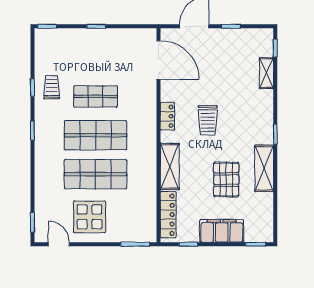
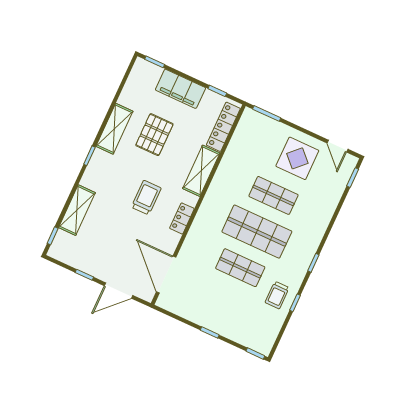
shelving: (266, 73) -> (77, 210), width x1.50, depth x1.33
shop shelf: (96, 174) -> (273, 195), width x0.70, depth x0.74

